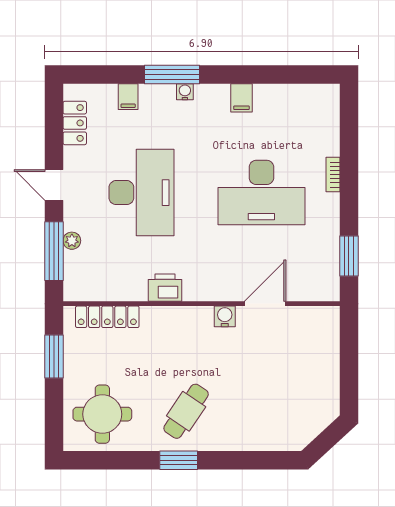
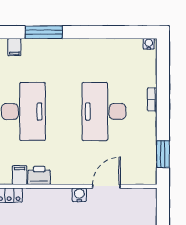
water cooler: (185, 92) -> (149, 44), moved
filing cabinet: (241, 98) -> (20, 175), moved, turned 180
desk: (261, 193) -> (104, 111), turned 90

